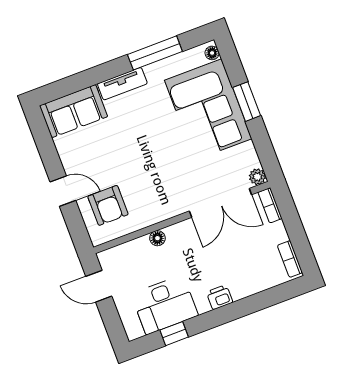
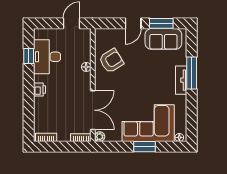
window: (155, 53) -> (192, 73), moved
sofa: (74, 111) -> (163, 39), moved, turned -90
window: (46, 148) -> (161, 23), added
double door: (220, 203) -> (93, 110), swing flipped
armchair: (108, 205) -> (111, 61), moved, turned 148

